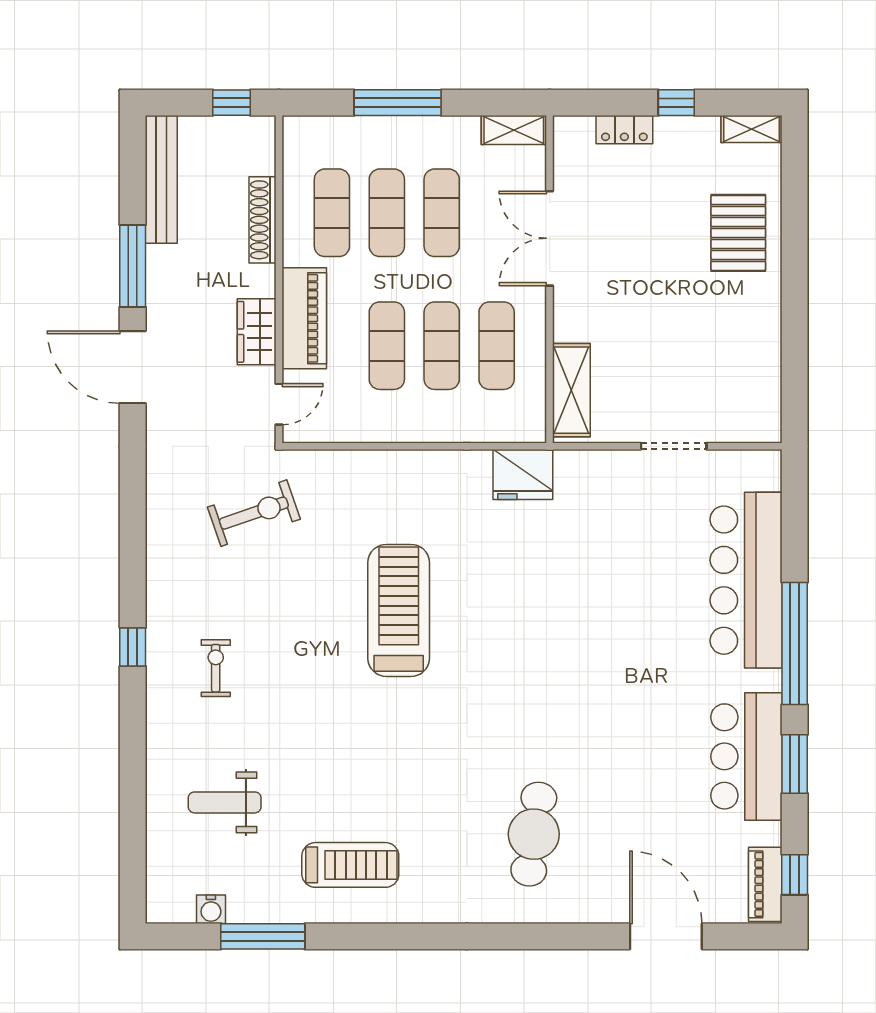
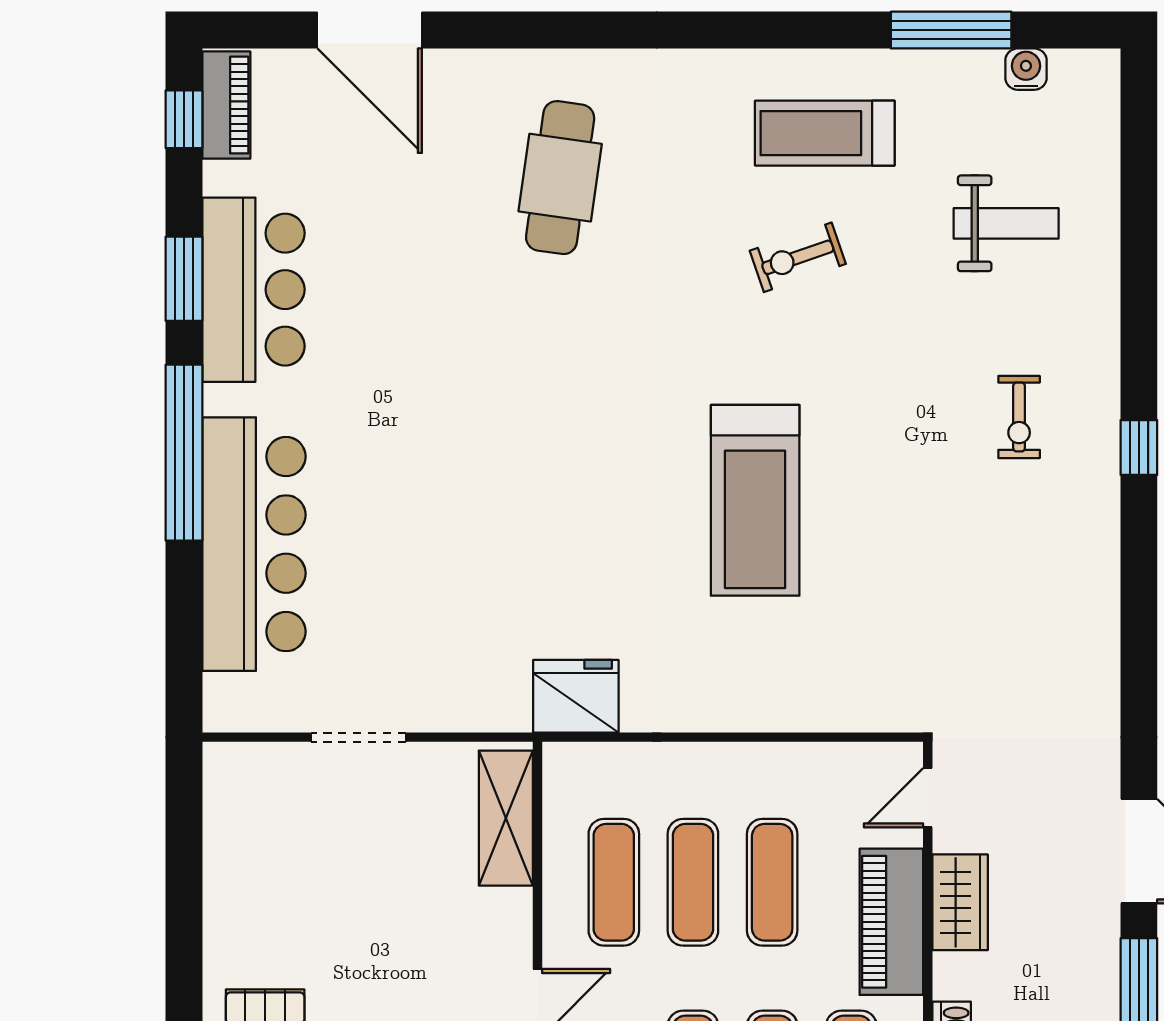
exercise bike: (254, 513) -> (798, 257), moved, width x0.73, depth x0.72

